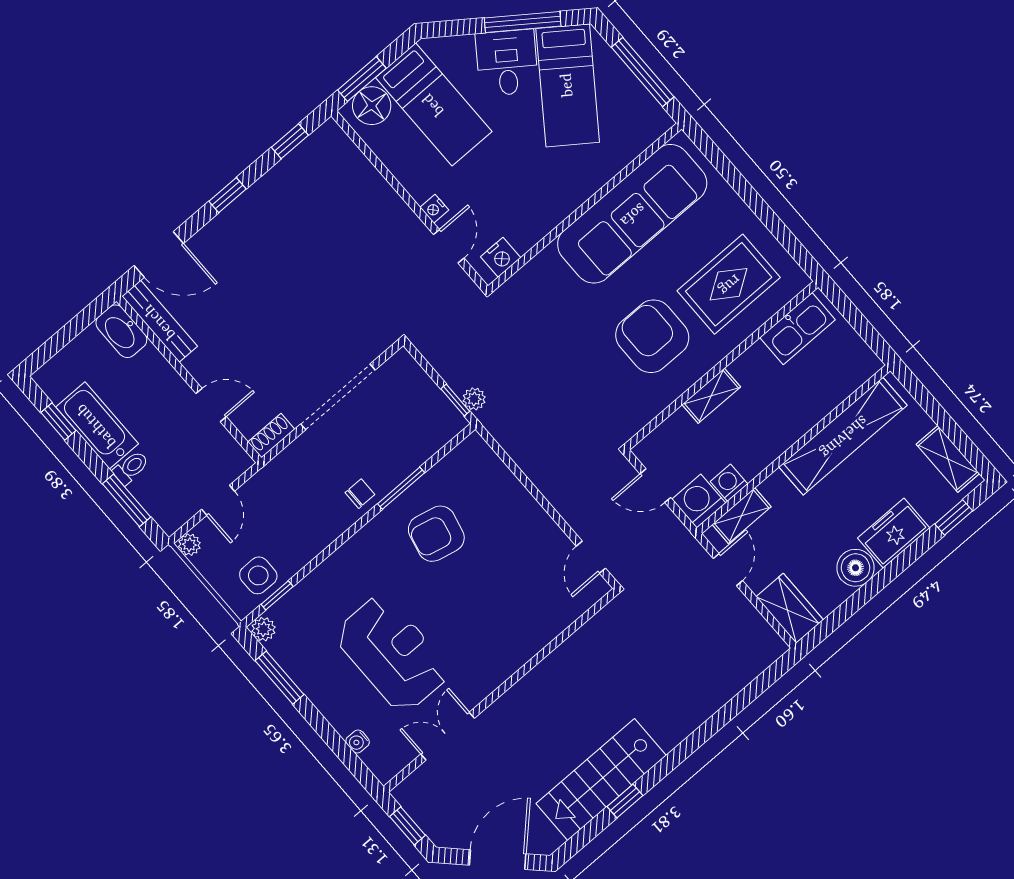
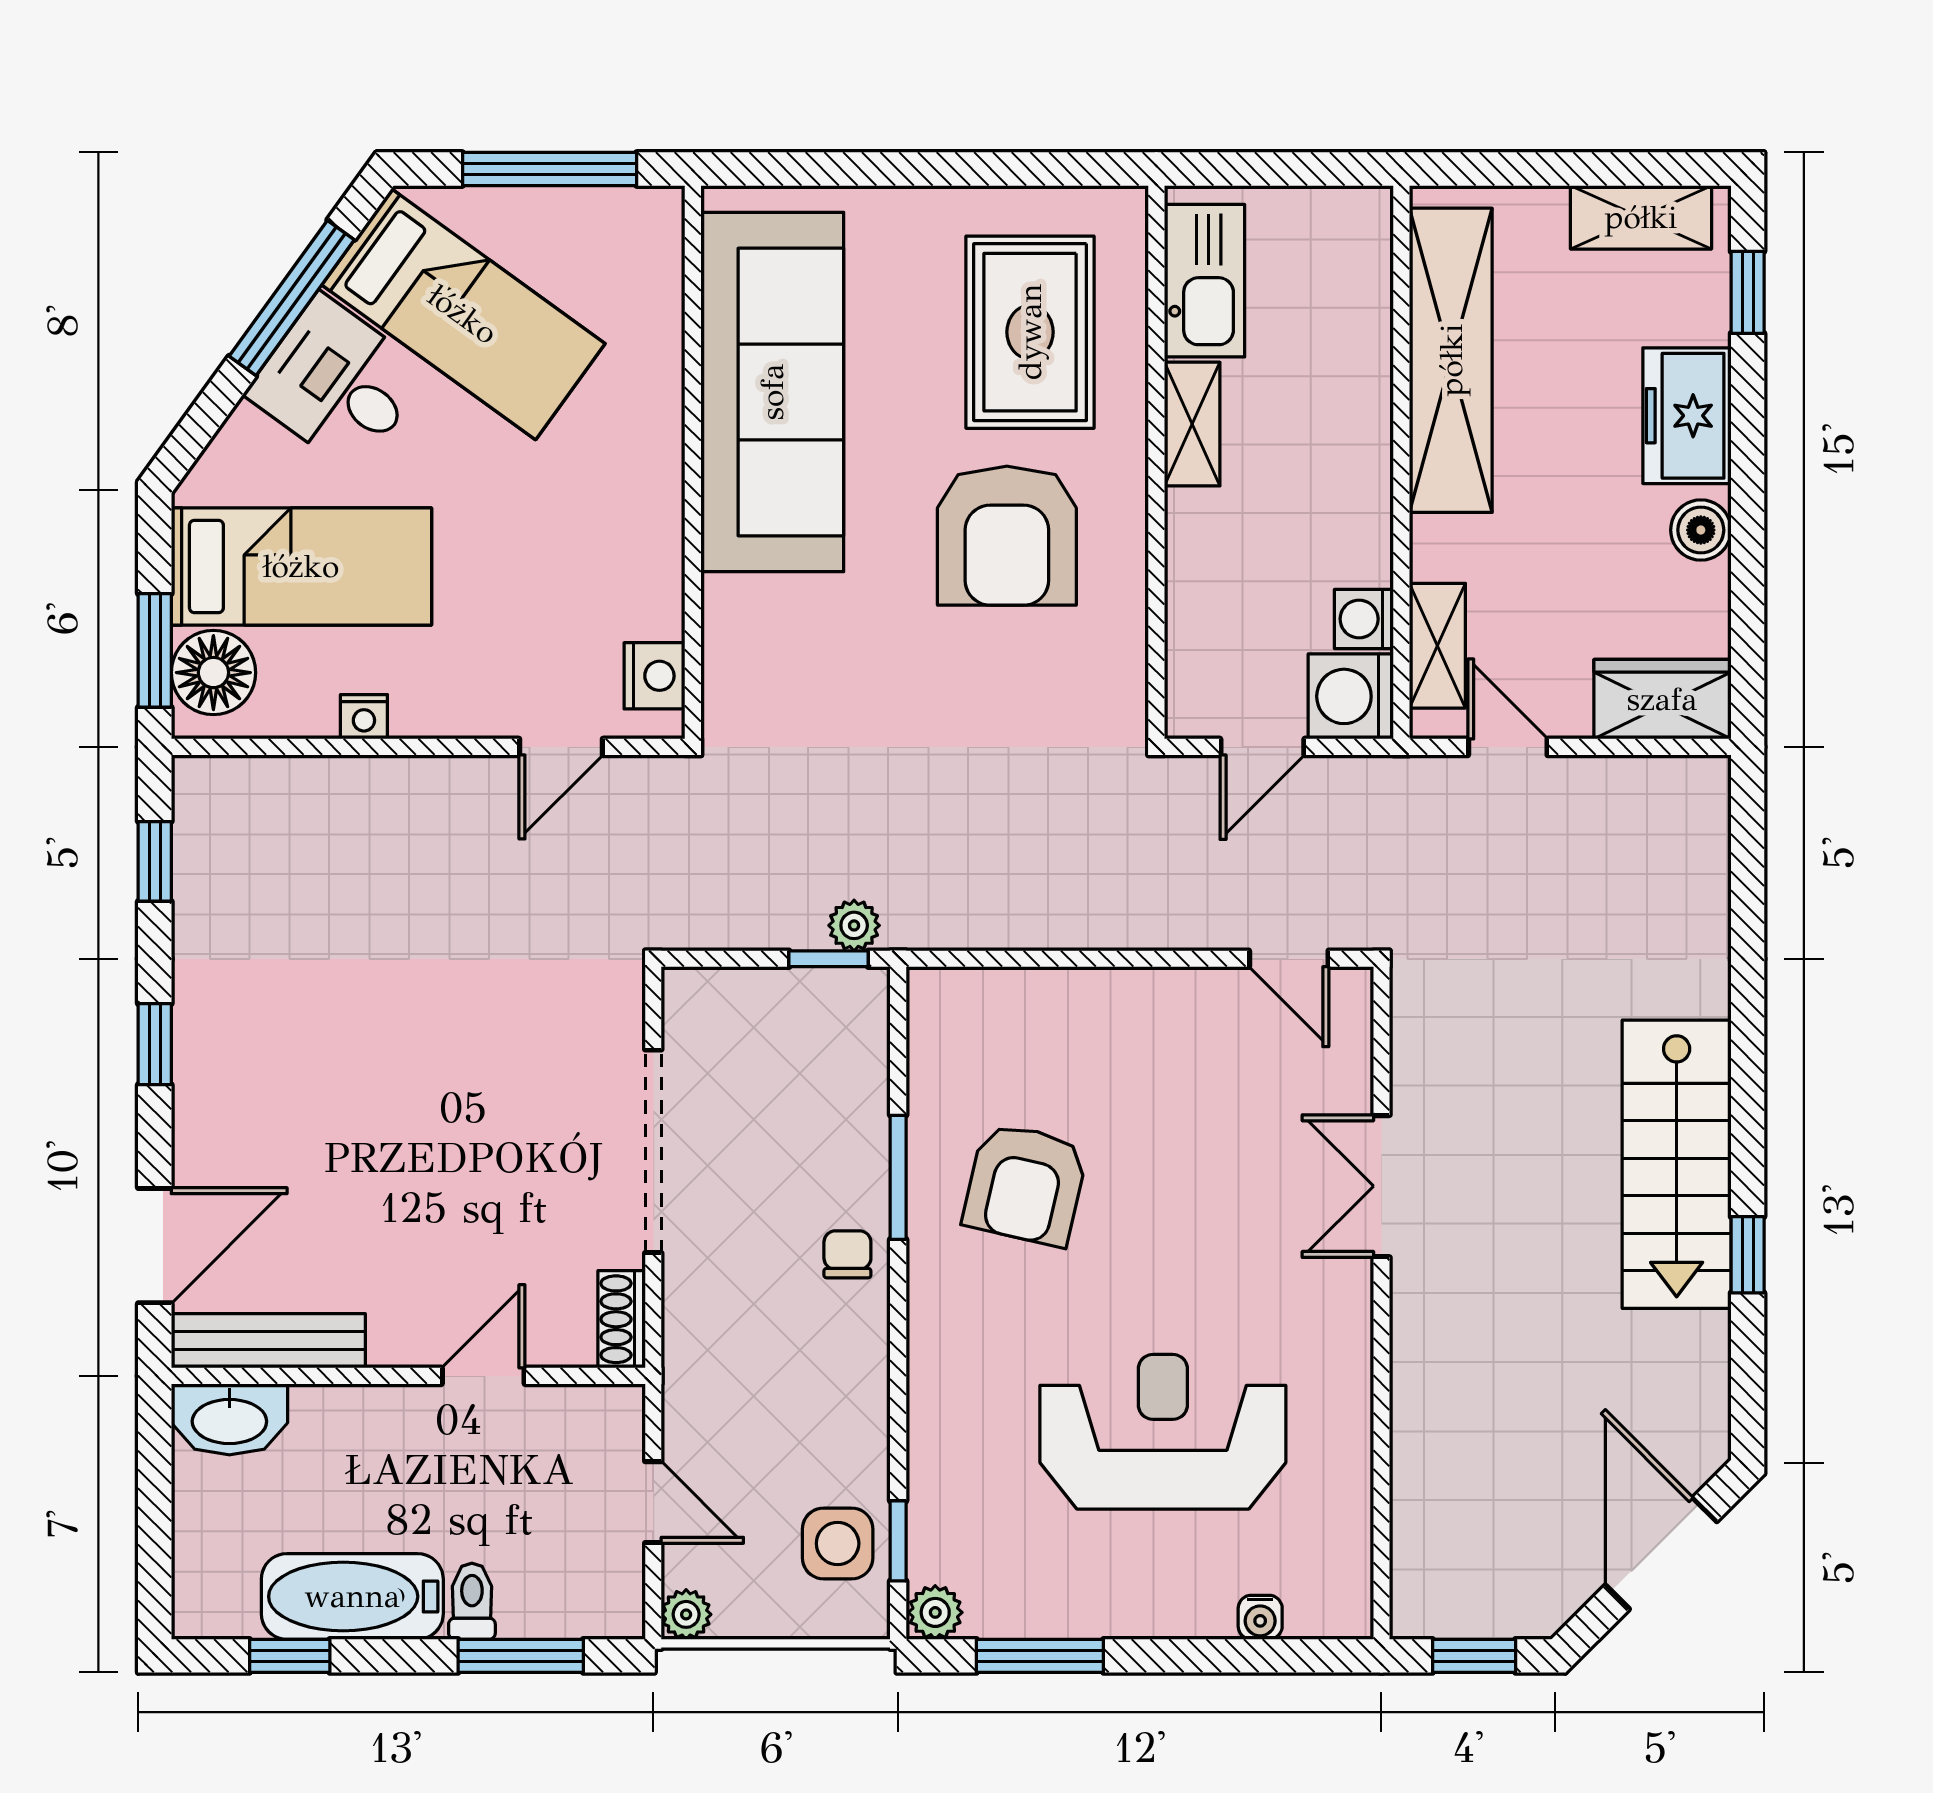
nightstand: (434, 209) -> (364, 717), moved
door: (449, 246) -> (561, 747), swing flipped
armchair: (652, 336) -> (1007, 536), turned -90
shelving: (711, 396) -> (1192, 424), moved
boiler: (856, 568) -> (1701, 530), width x0.73, depth x0.73
double door: (448, 736) -> (1381, 1186), moved
stairs: (601, 779) -> (1677, 1164), moved

